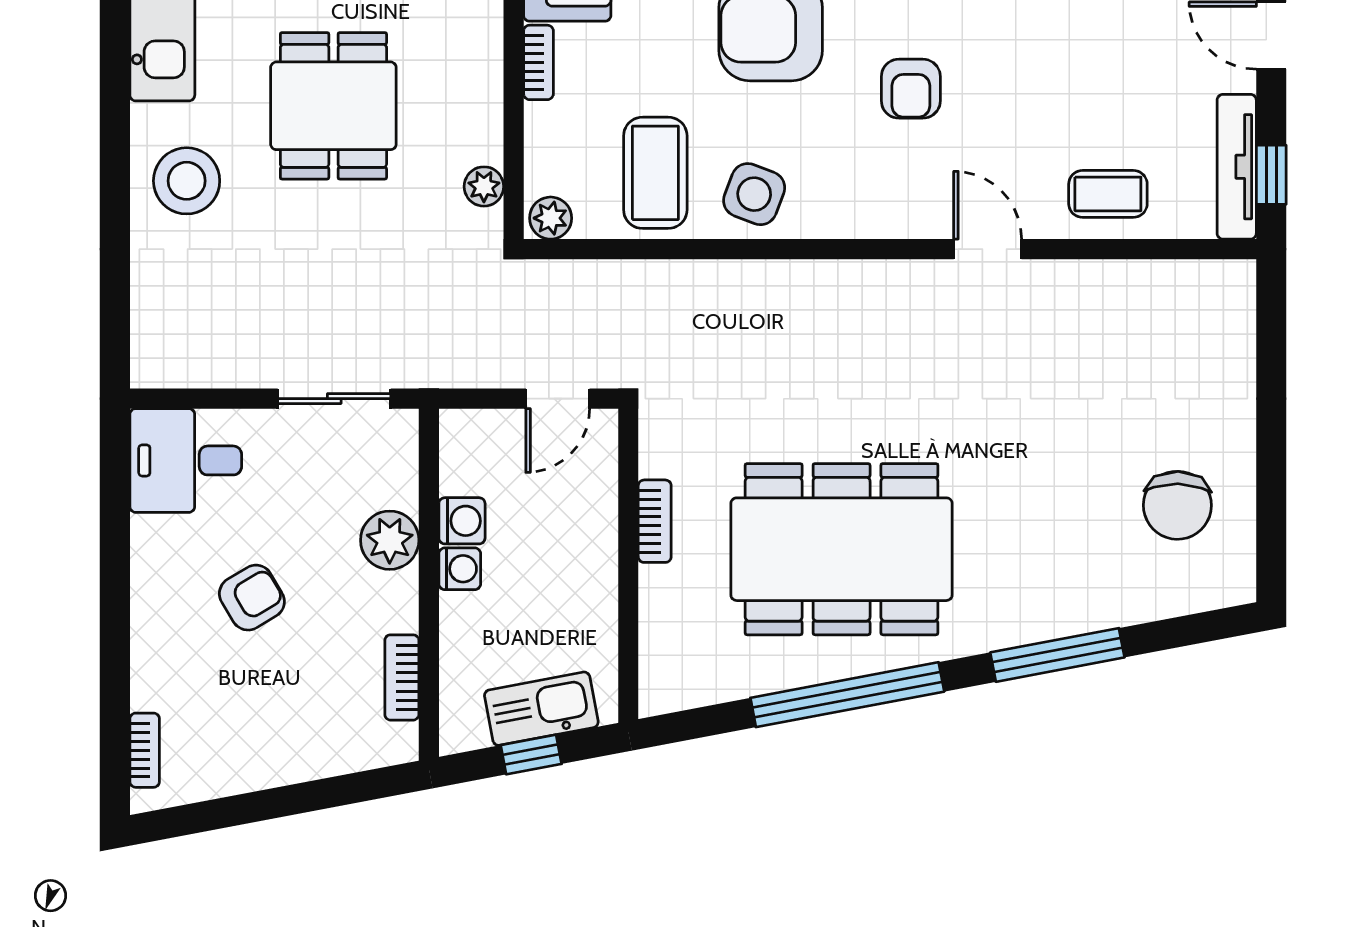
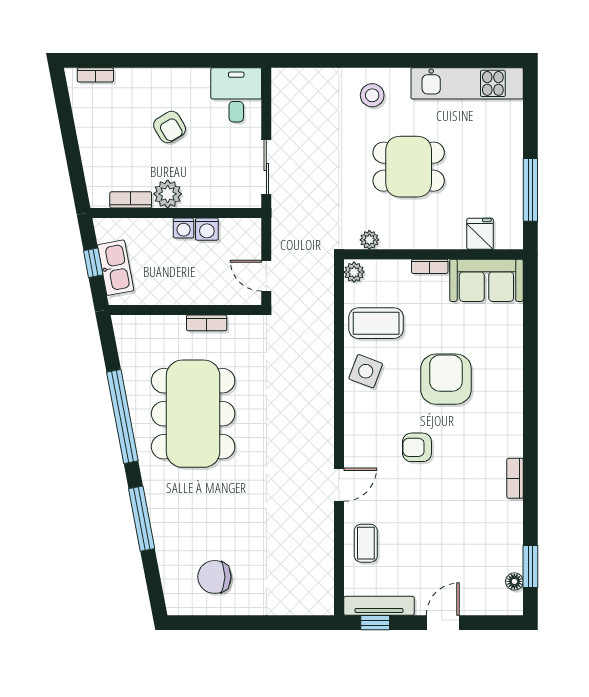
stool: (187, 181) -> (372, 95), width x0.73, depth x0.73
plant: (390, 540) -> (168, 194), moved

